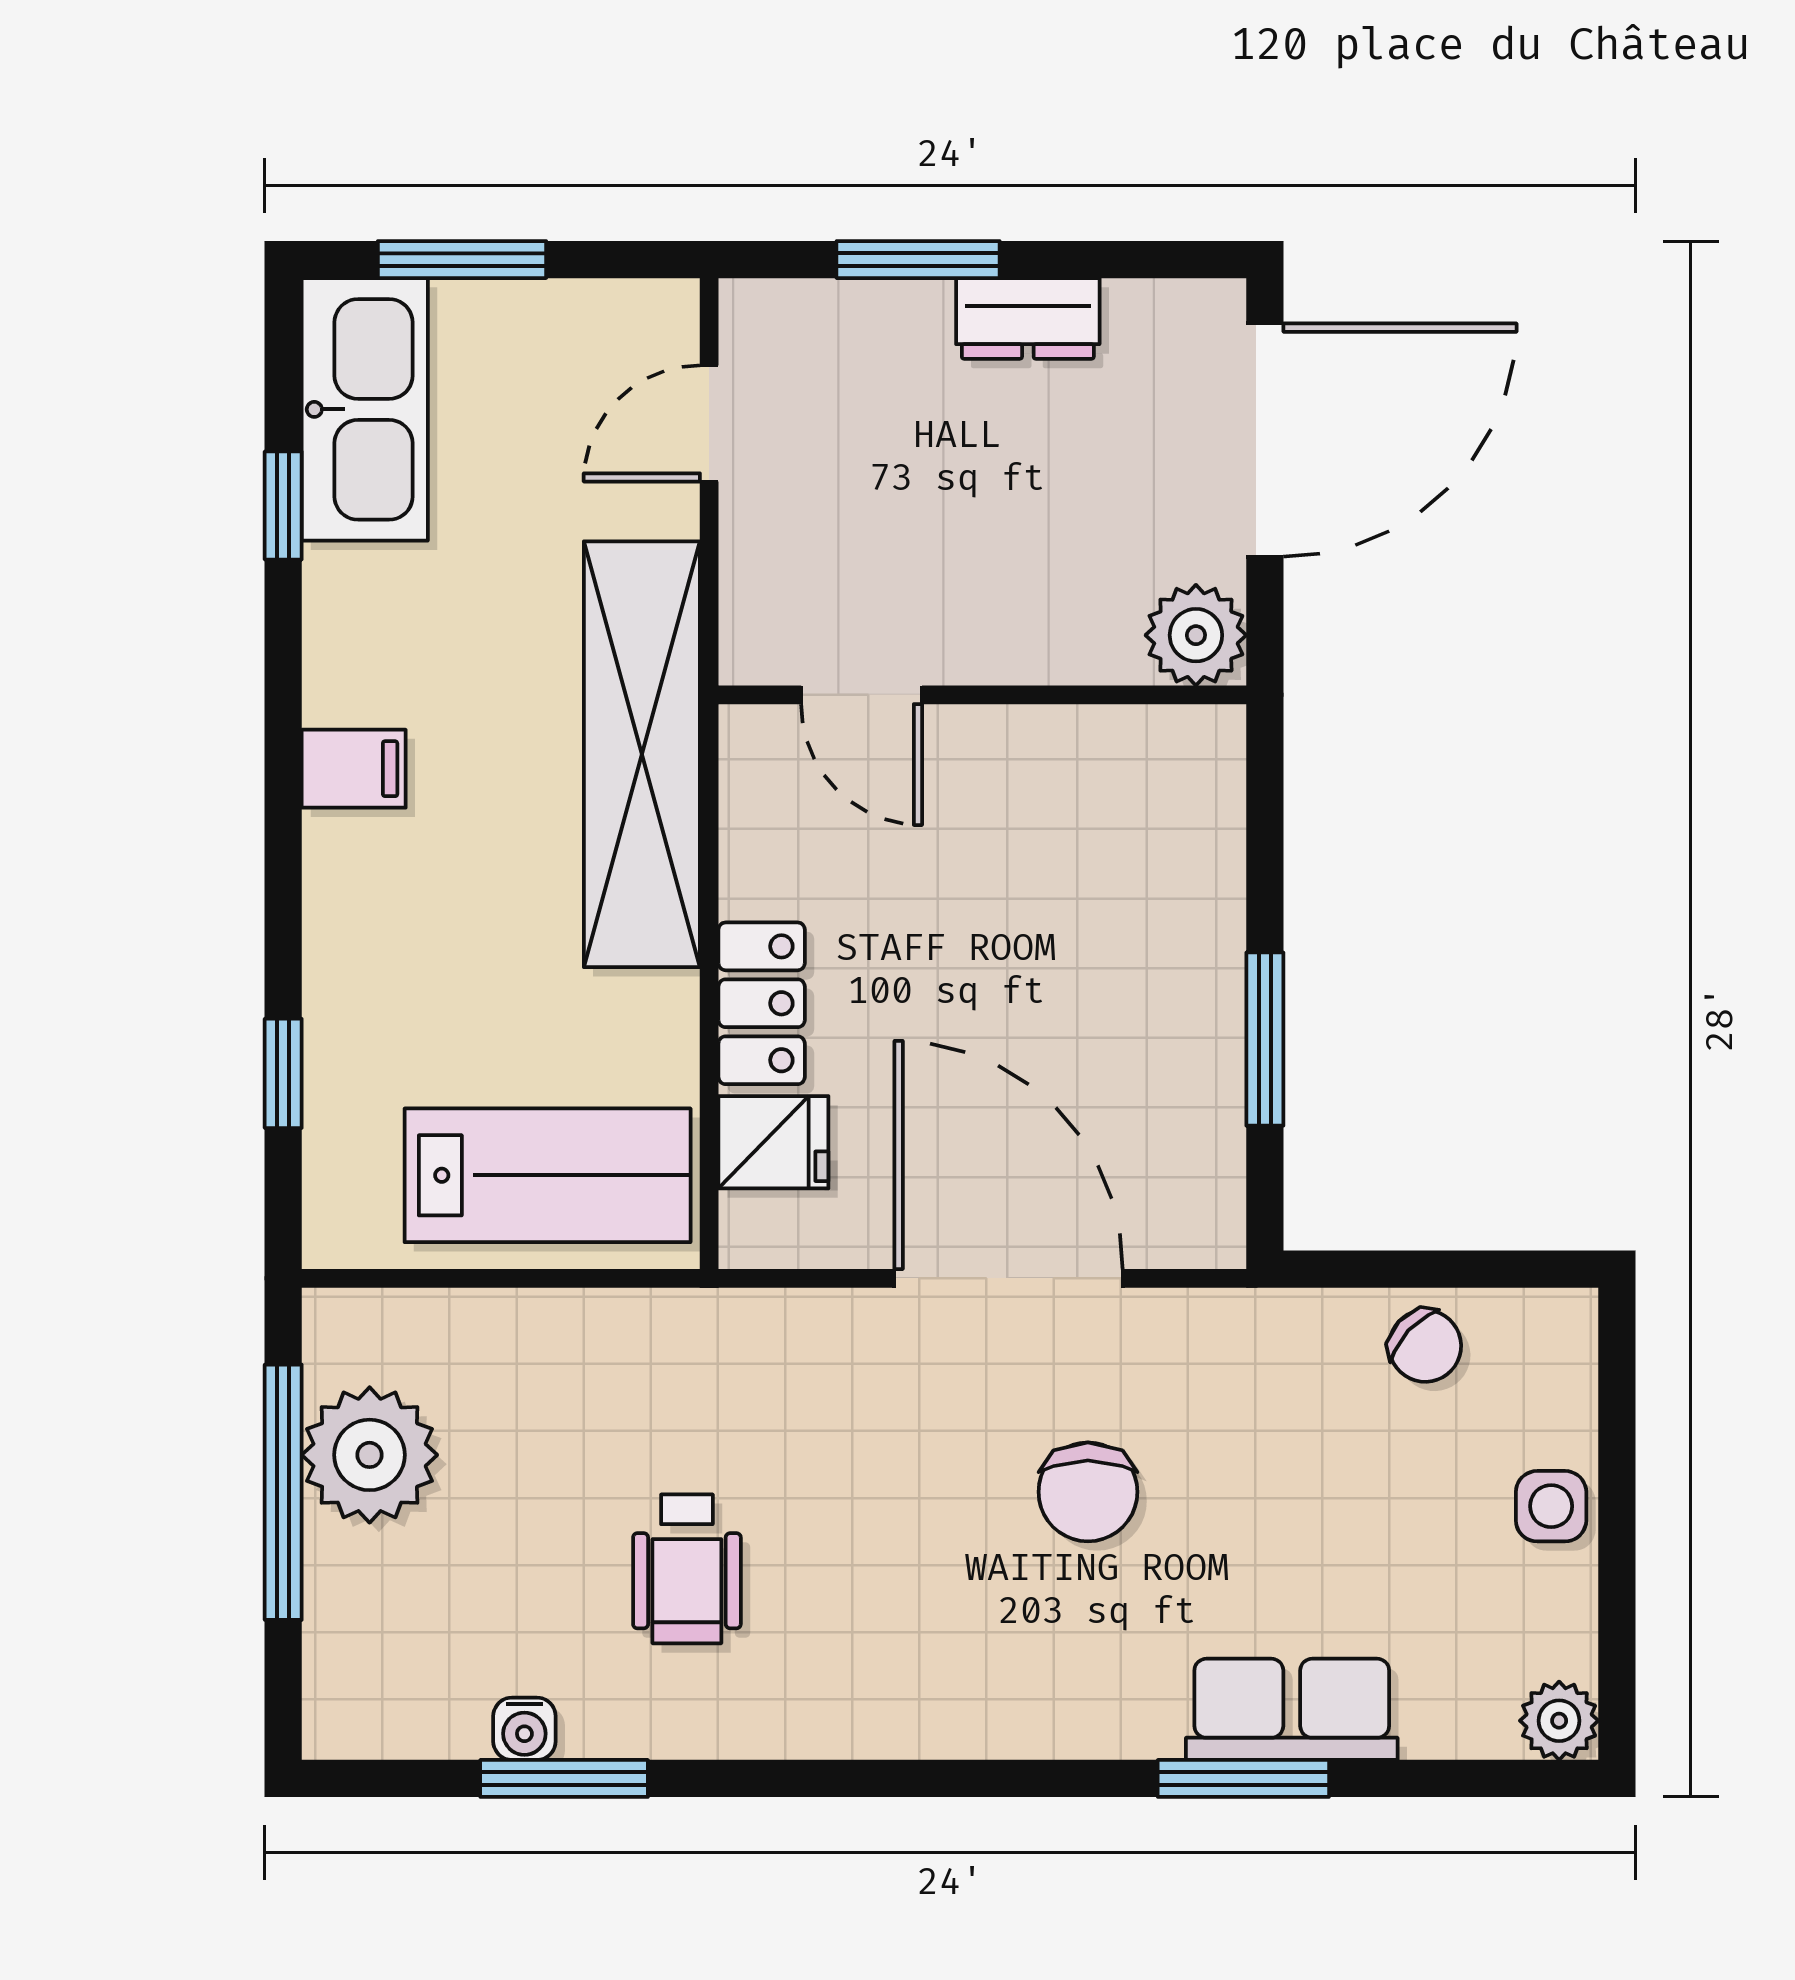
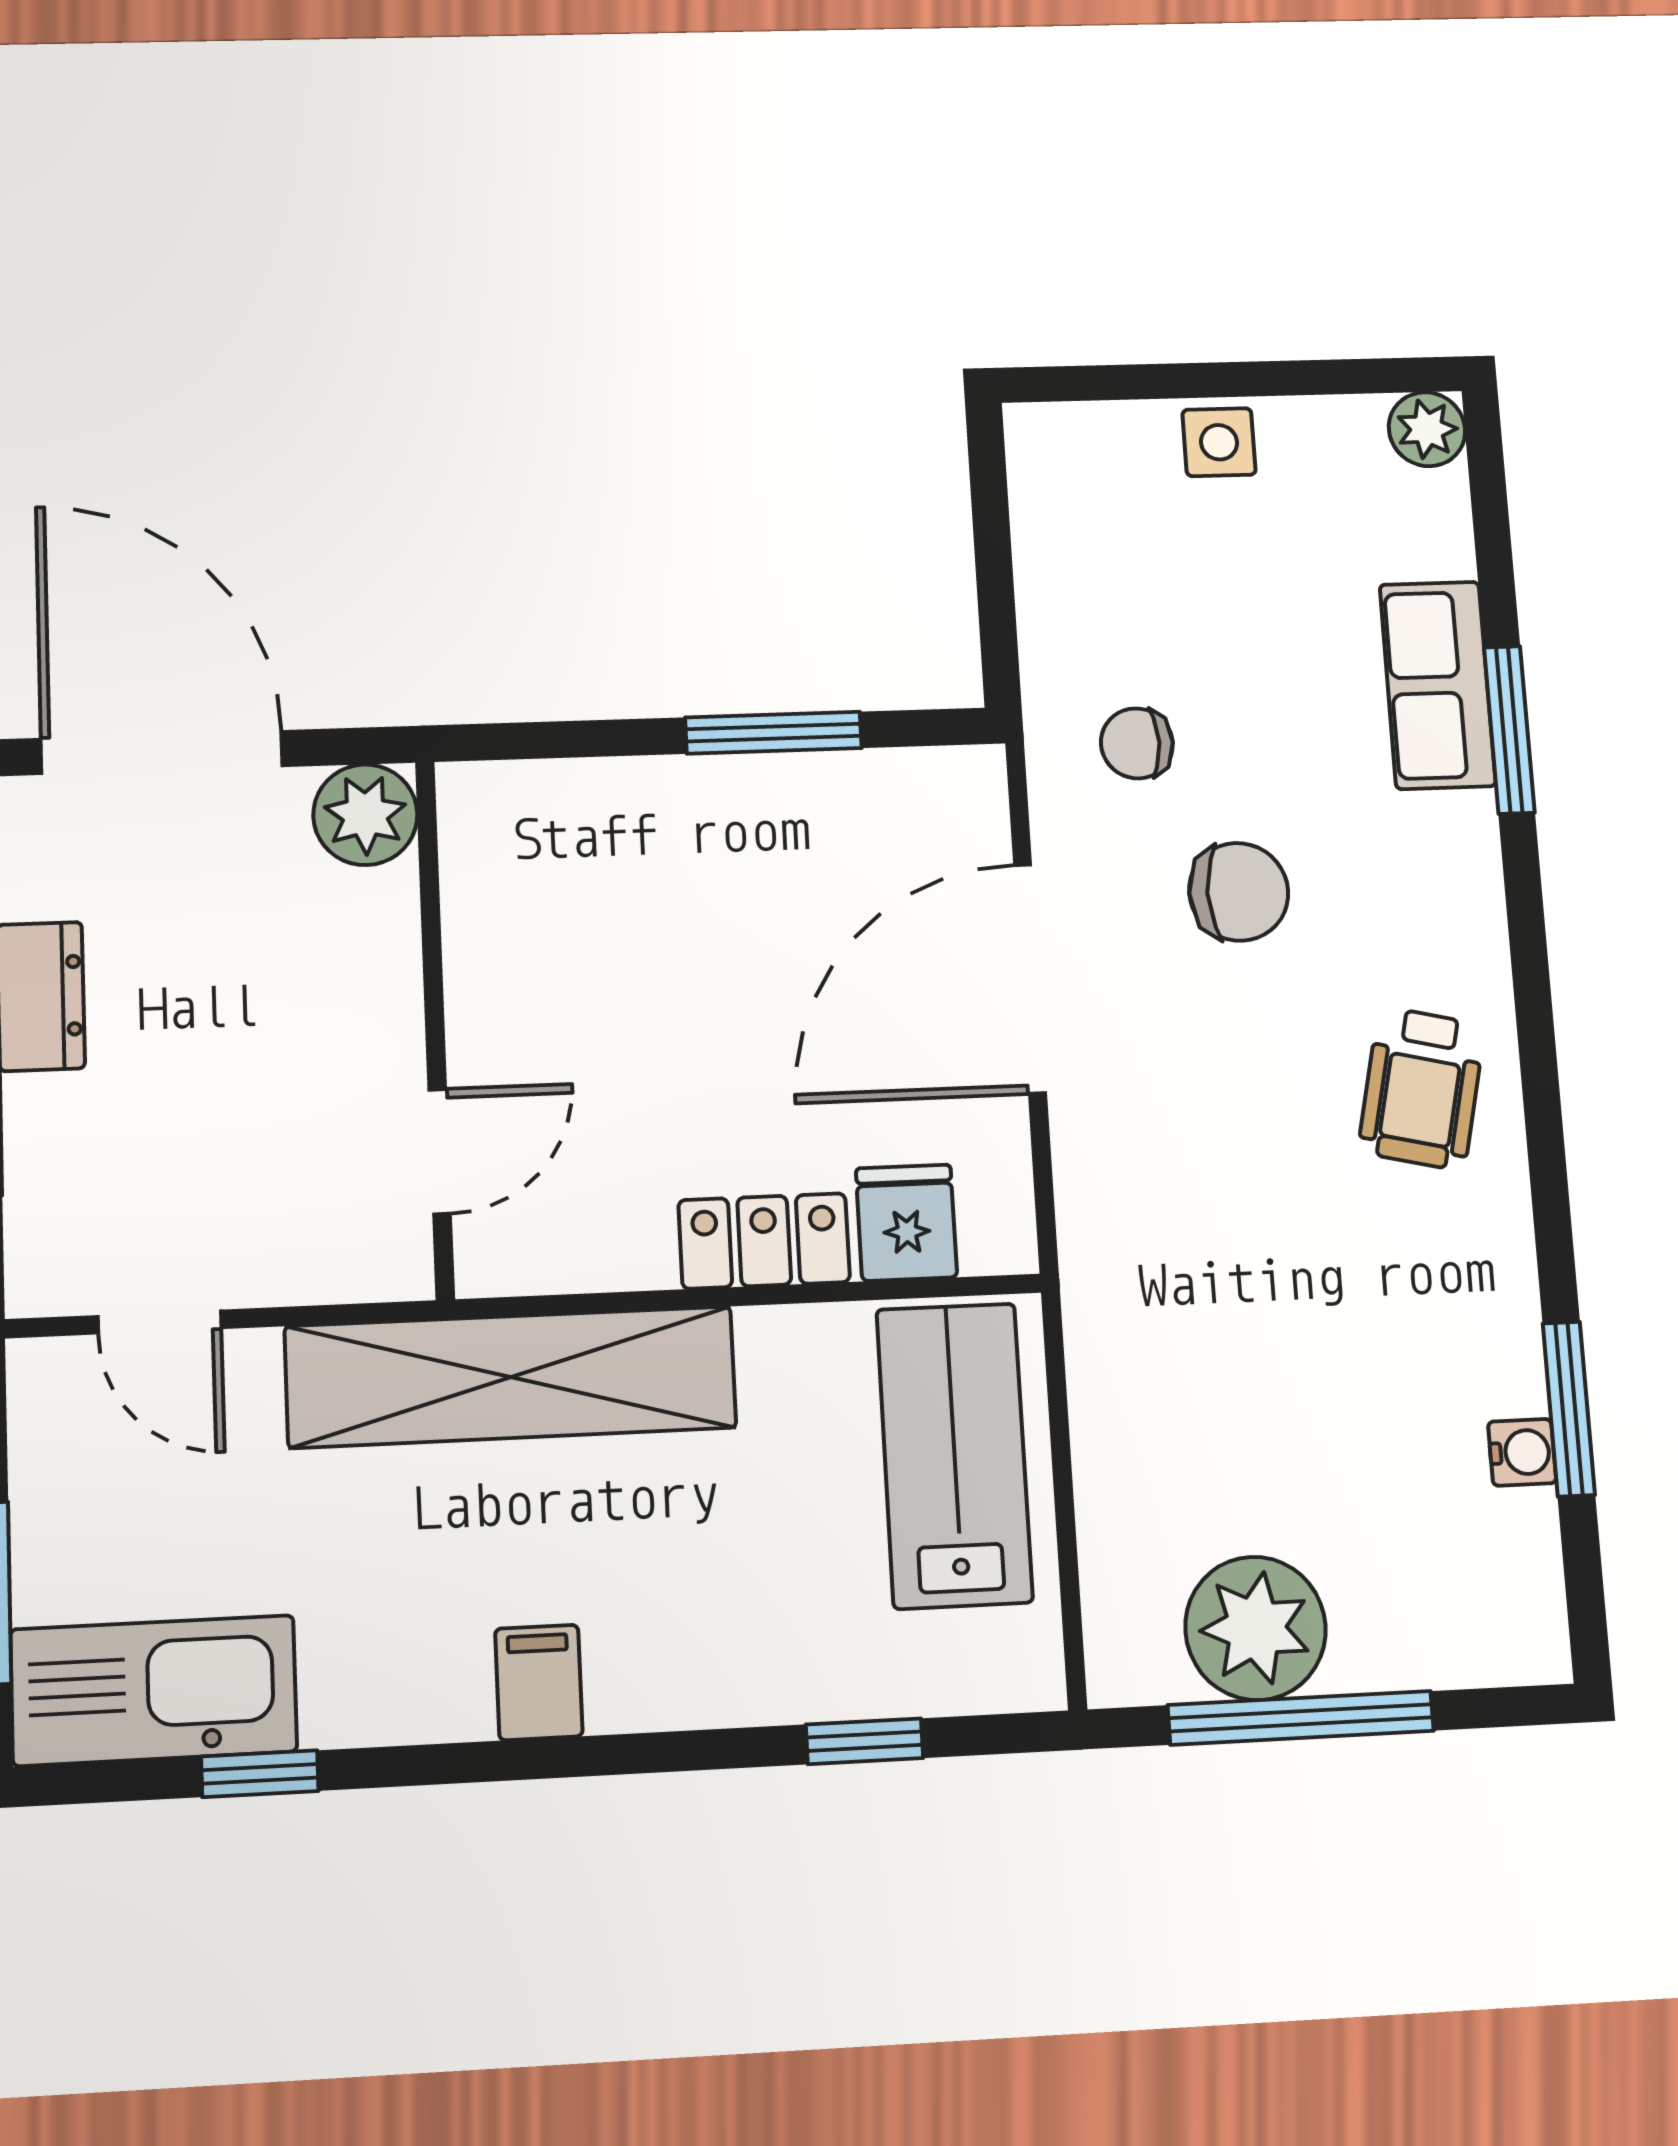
chair: (1425, 1346) -> (1137, 743), moved, turned -133
wheelchair: (687, 1569) -> (1422, 1088), moved, turned 103

